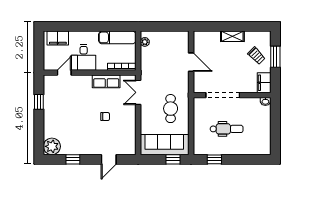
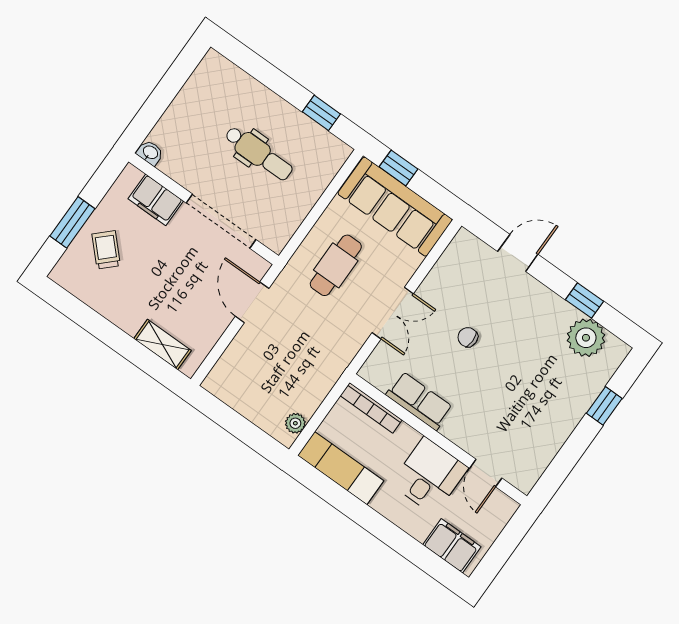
shelving: (232, 36) -> (163, 345), moved
door: (191, 62) -> (252, 302), moved
door: (64, 73) -> (486, 473), hinge flipped
filing cabinet: (264, 83) -> (156, 200), moved, turned 90
double door: (138, 92) -> (393, 313), moved
window: (39, 102) -> (604, 406), moved
dental chair: (227, 129) -> (259, 153), turned 180
plant: (52, 146) -> (586, 338), moved

